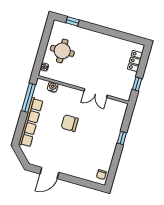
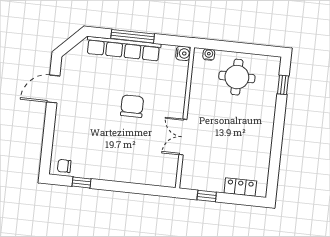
water cooler: (53, 87) -> (183, 53), moved
window: (28, 98) -> (133, 36), moved
window: (122, 138) -> (81, 183), moved
door: (49, 173) -> (53, 89), hinge flipped

